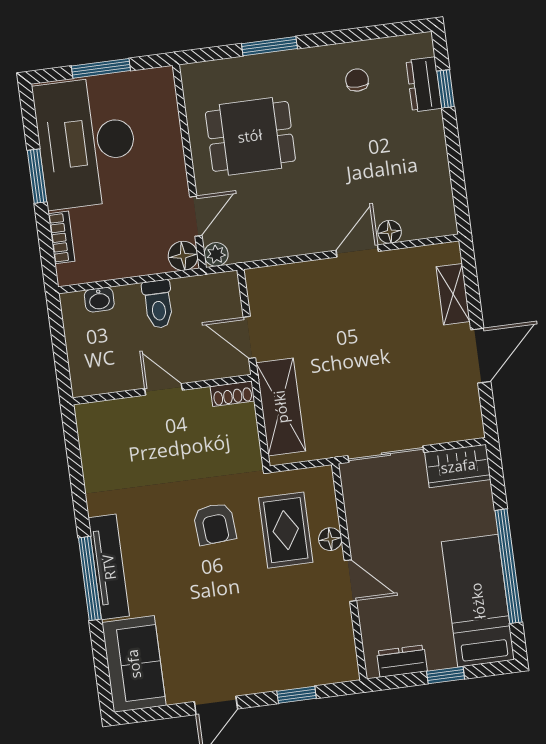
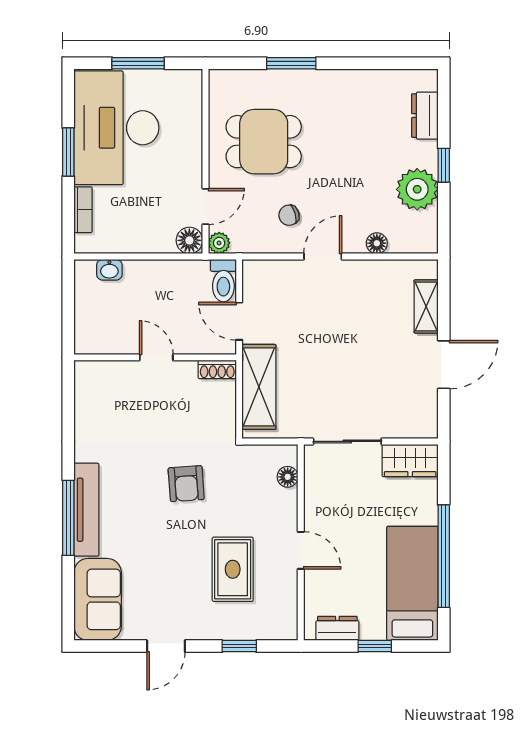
chair: (357, 80) -> (289, 215), moved, turned -106
window: (446, 89) -> (444, 165), moved
plant: (426, 167) -> (417, 189), added
door: (357, 251) -> (323, 257), moved
toilet: (158, 304) -> (223, 281), moved
rug: (286, 530) -> (233, 569), moved
floor lamp: (330, 539) -> (288, 477), moved

